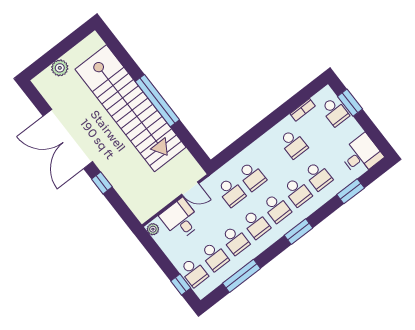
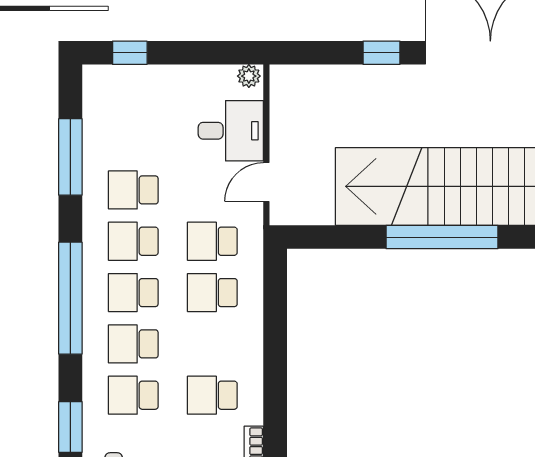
window: (299, 232) -> (70, 298), width x2.11
school desk: (214, 256) -> (133, 139), removed
school desk: (194, 272) -> (133, 87), removed

